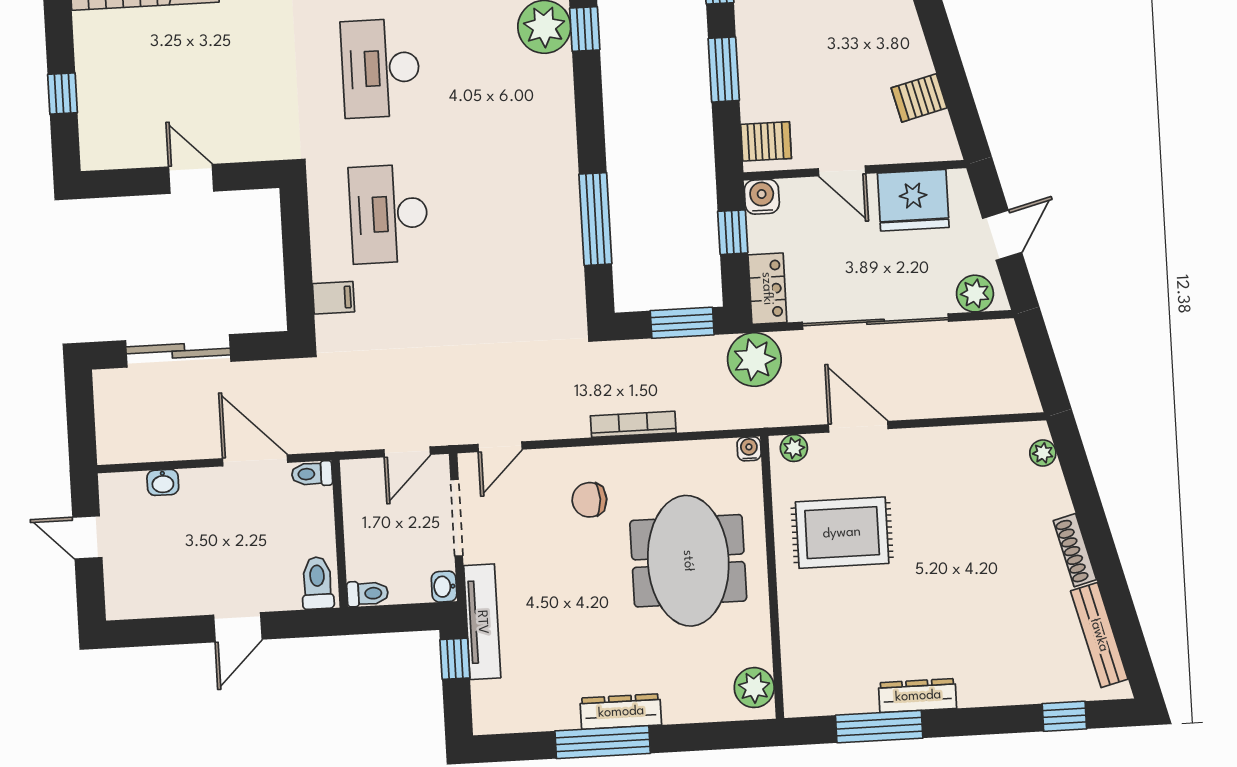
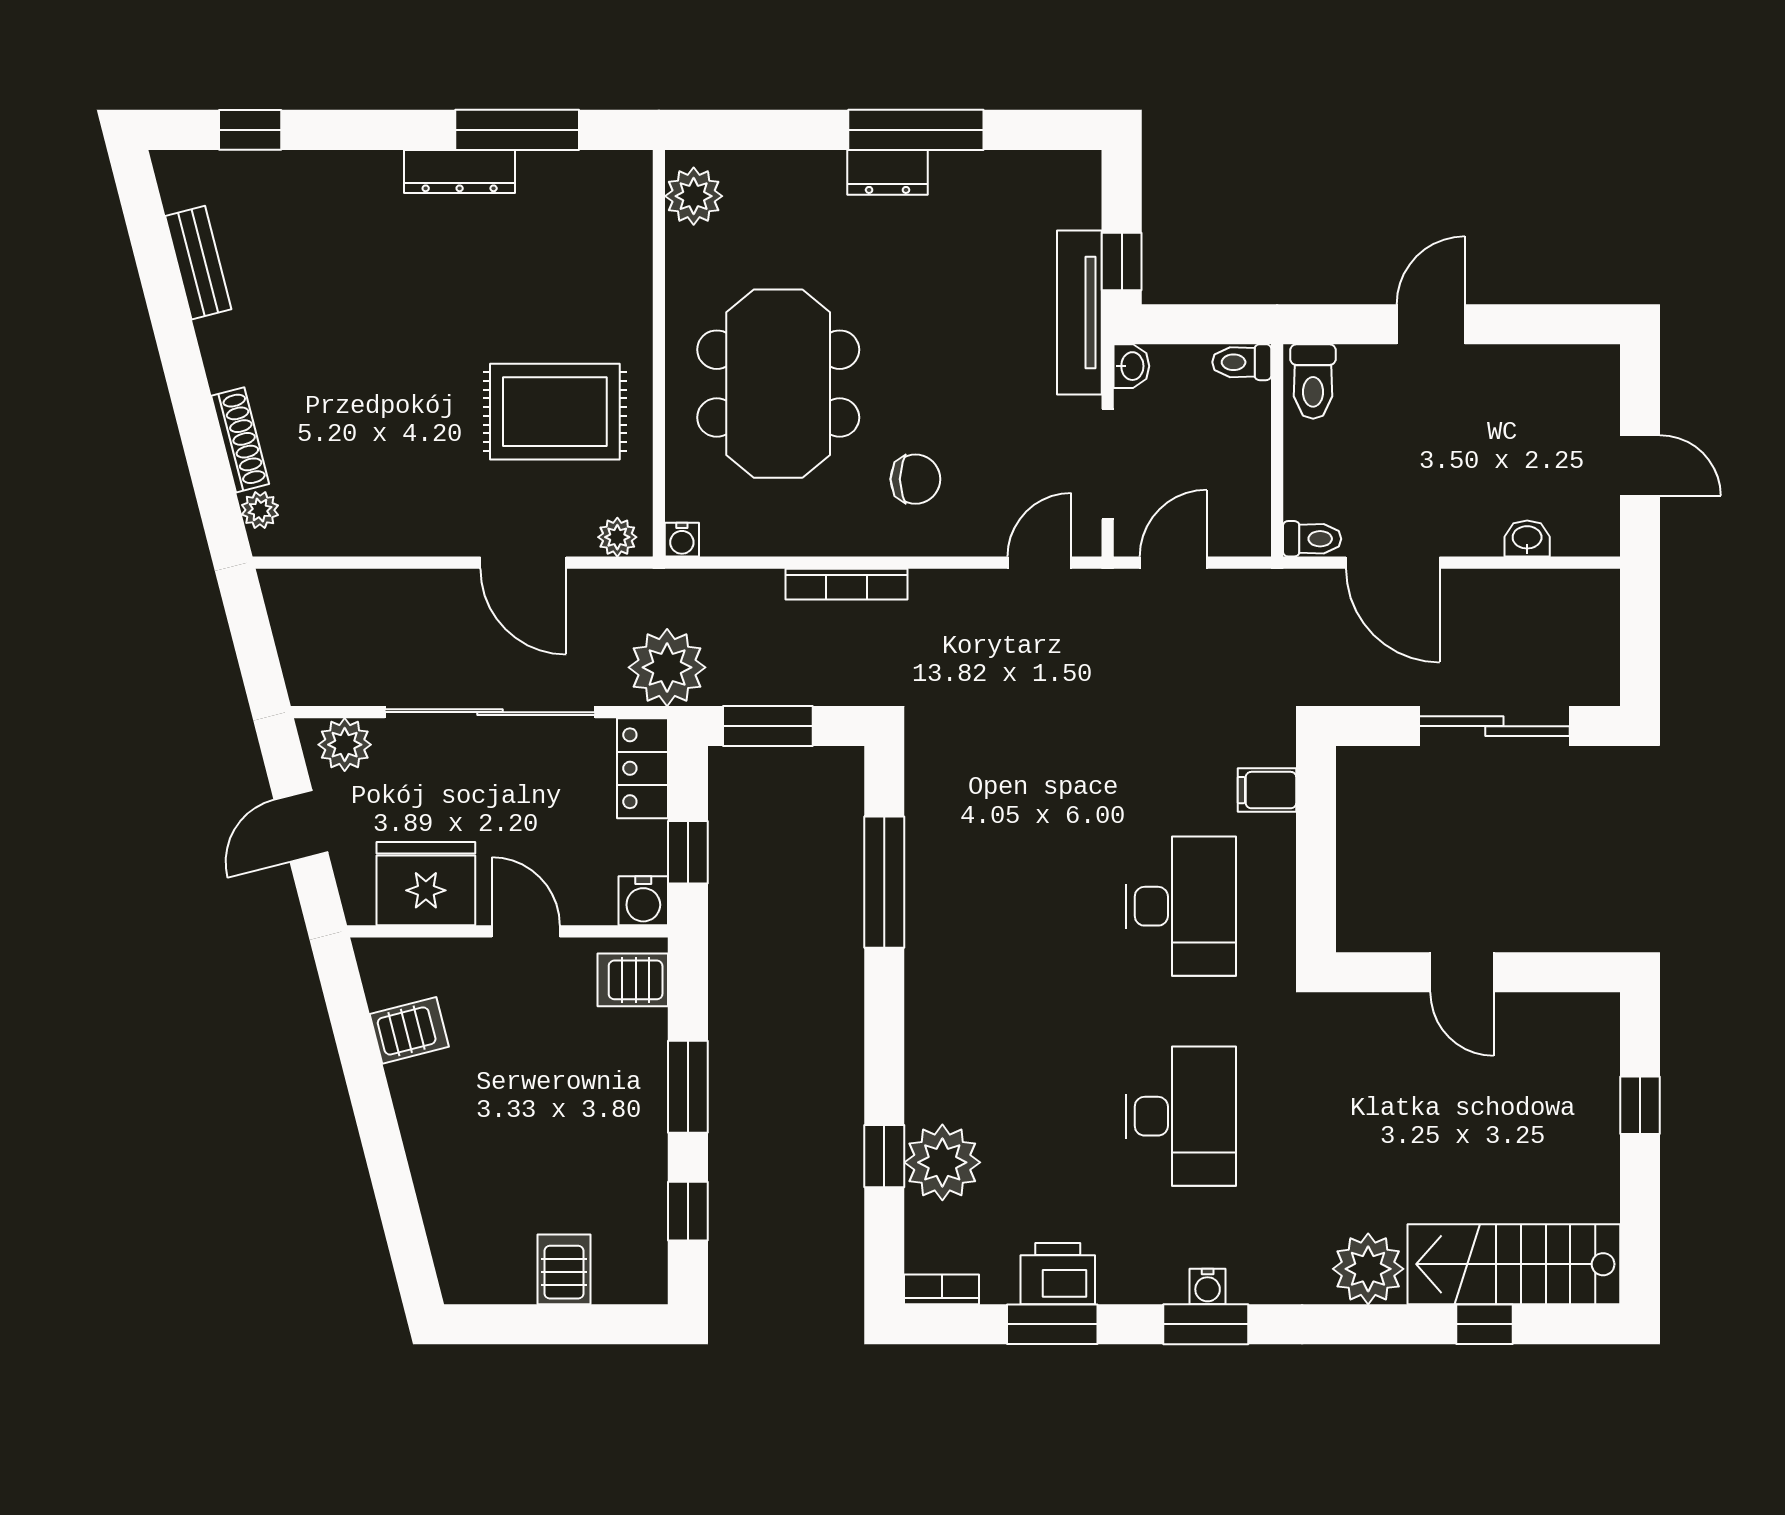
shoe rack: (1075, 550) -> (240, 440), moved
bench: (1099, 635) -> (198, 263), width x0.73
dresser: (621, 712) -> (888, 172), width x0.70

